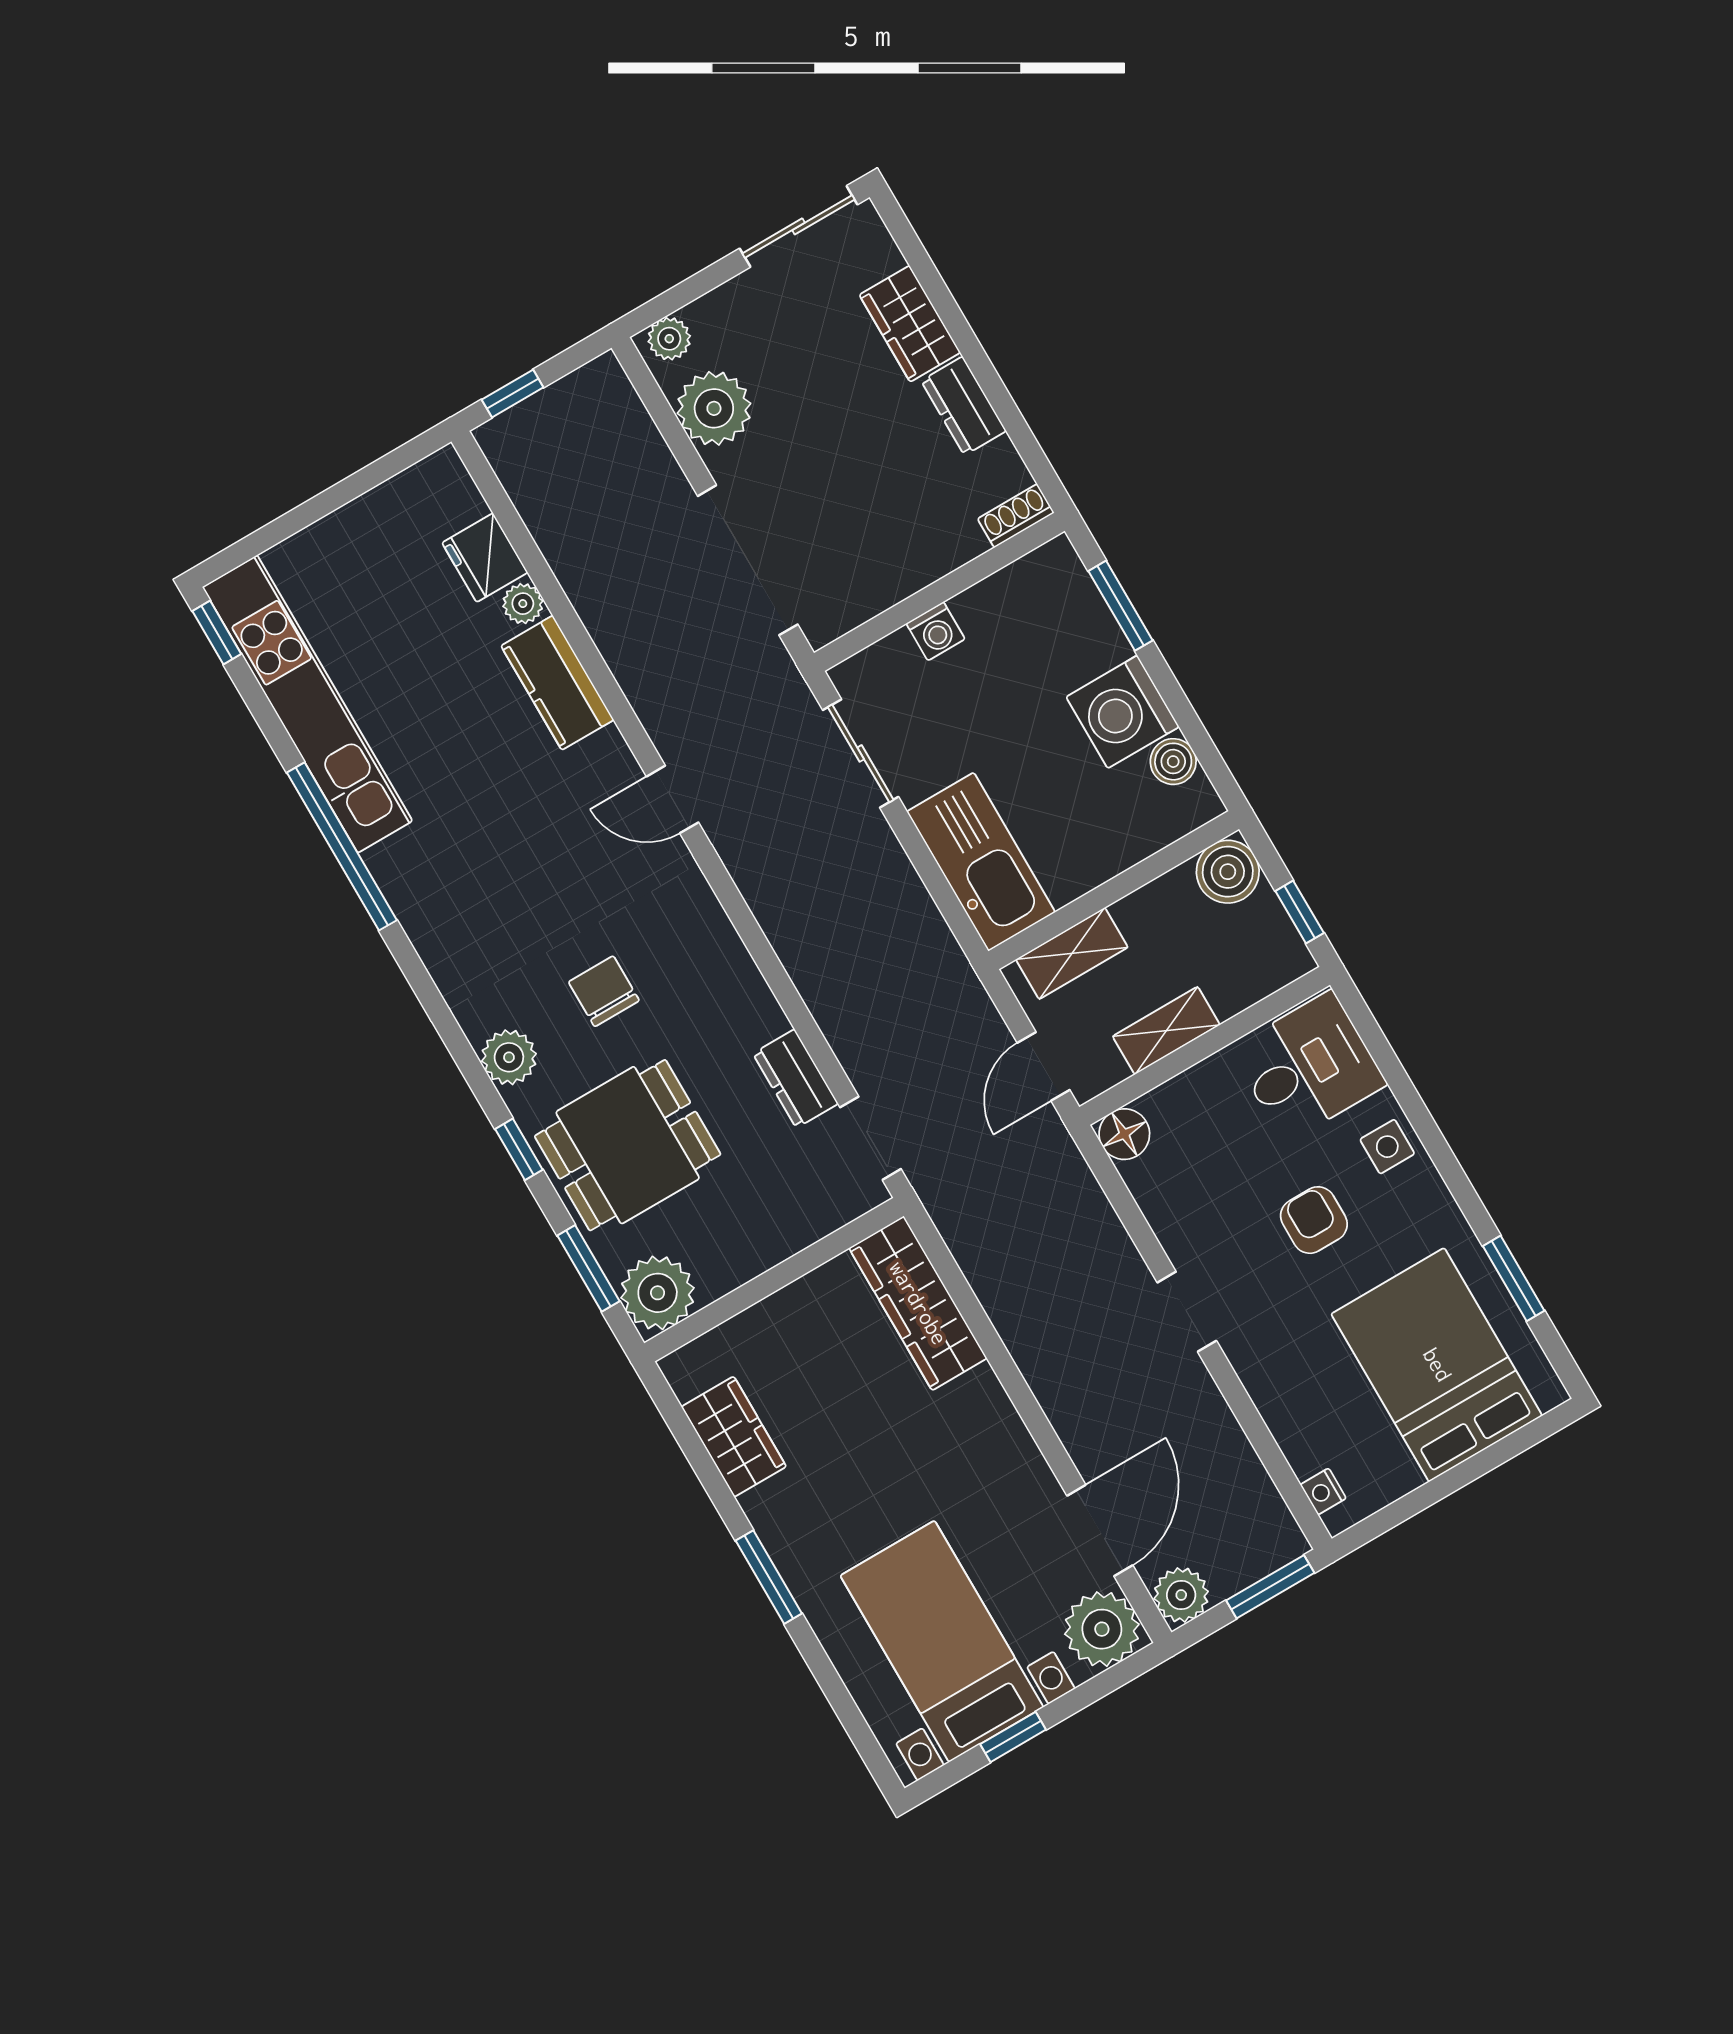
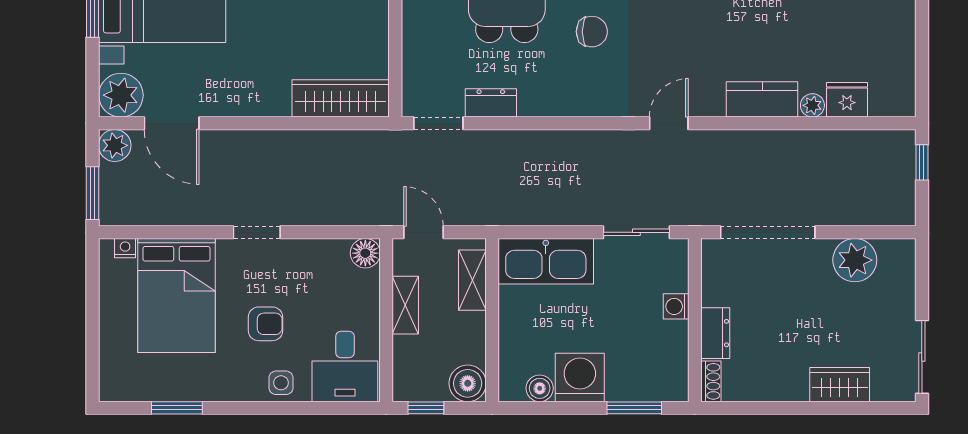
plant: (669, 339) -> (903, 258), removed
dresser: (964, 406) -> (715, 333), moved, turned 90
bed: (1437, 1365) -> (176, 295), moved, turned 90

